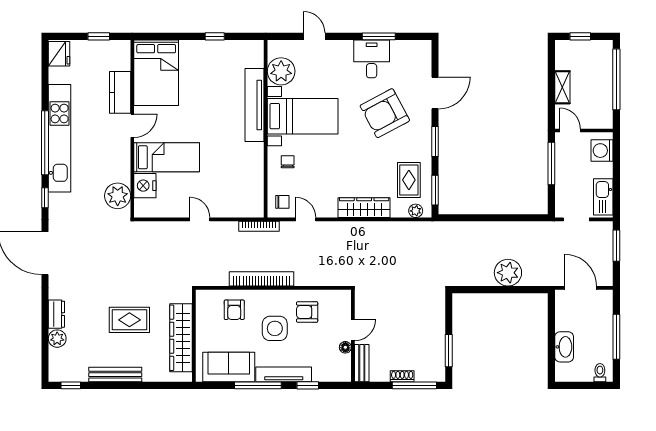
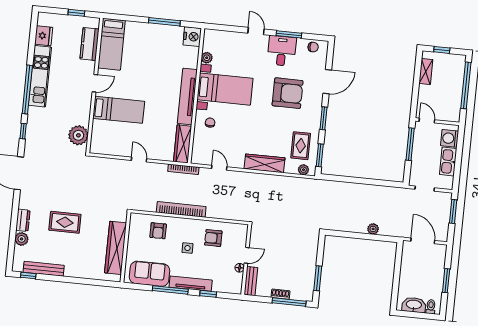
window: (215, 36) -> (164, 22), width x2.17
door: (314, 36) -> (256, 31), moved
fridge: (59, 54) -> (44, 36), moved
plant: (281, 71) -> (207, 58), width x0.53, depth x0.53
bed: (156, 73) -> (112, 44), width x0.67
shelving: (562, 87) -> (426, 72), moved
kitchen counter: (120, 92) -> (90, 44), moved
tv unit: (255, 105) -> (187, 96), moved
armchair: (385, 113) -> (288, 93), turned -152
kitchen unit: (60, 138) -> (40, 76), width x0.73
nightstand: (145, 186) -> (192, 37), moved, turned 180
wardrobe: (255, 193) -> (182, 144), added
kitchen sink: (603, 197) -> (448, 162), moved
chair: (282, 202) -> (313, 47), moved
plant: (508, 273) -> (373, 229), width x0.53, depth x0.53
rug: (129, 320) -> (65, 222), moved
side table: (275, 328) -> (187, 248), width x0.54, depth x0.54
window: (616, 337) -> (446, 281), width x0.69
washbasin: (564, 347) -> (414, 305), moved, turned -90
bench: (115, 375) -> (44, 269), moved

